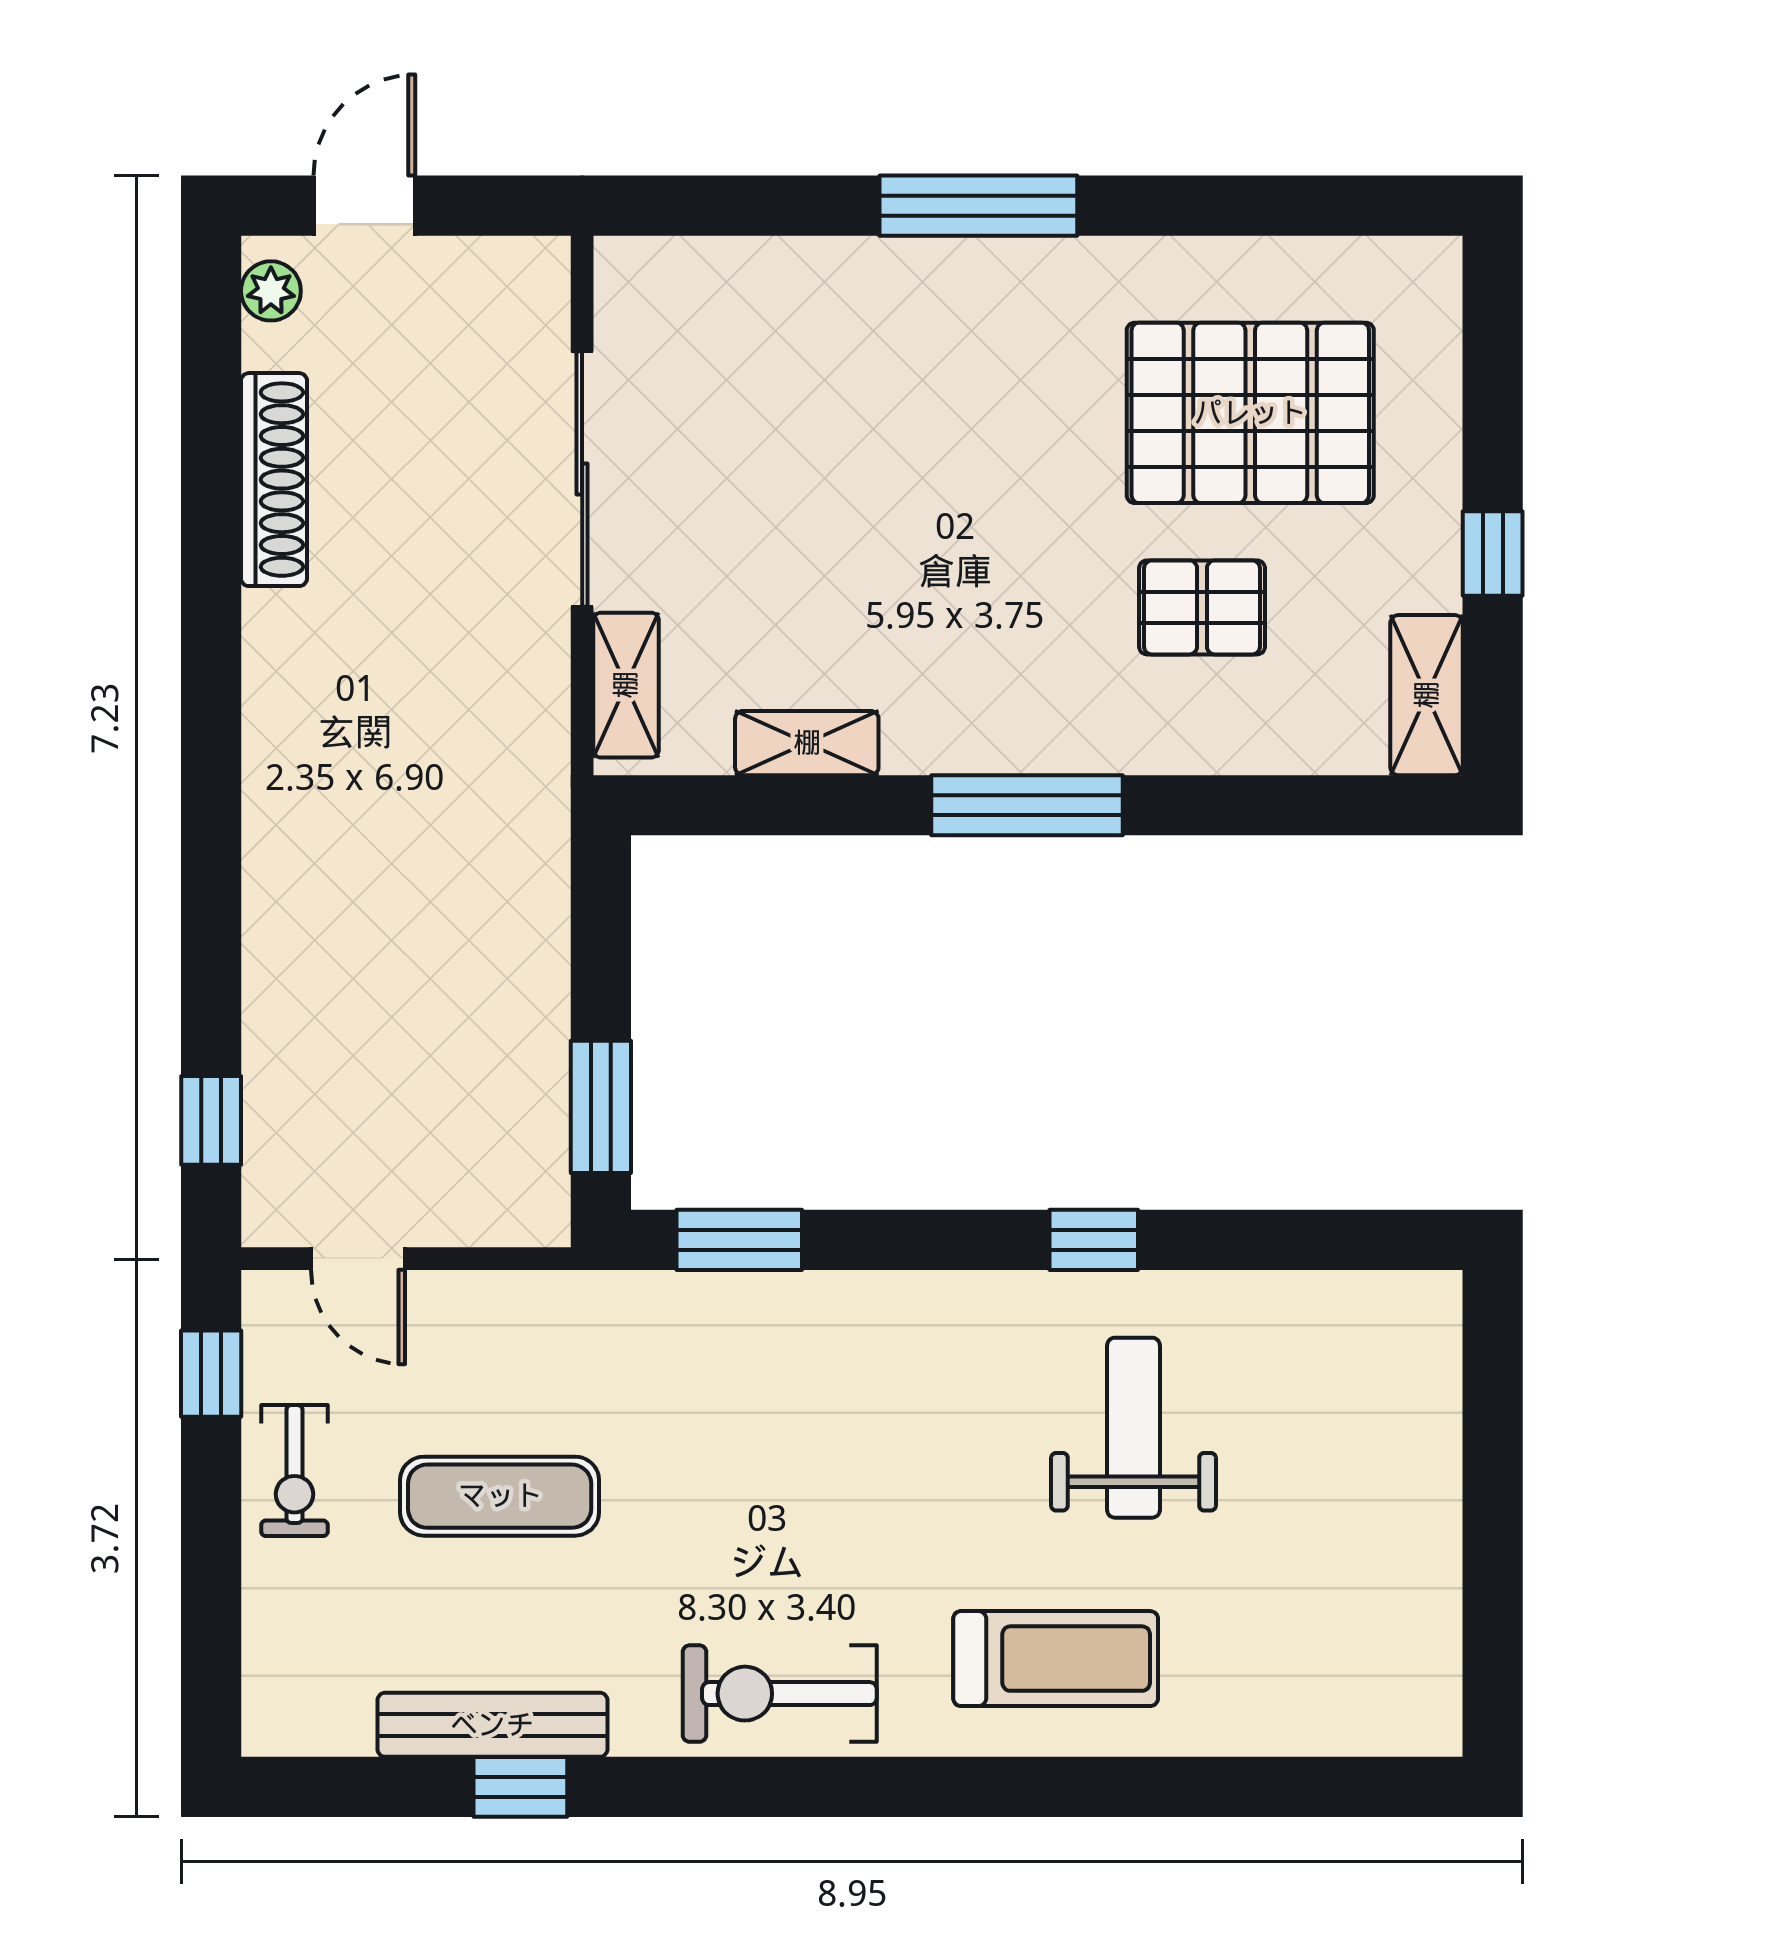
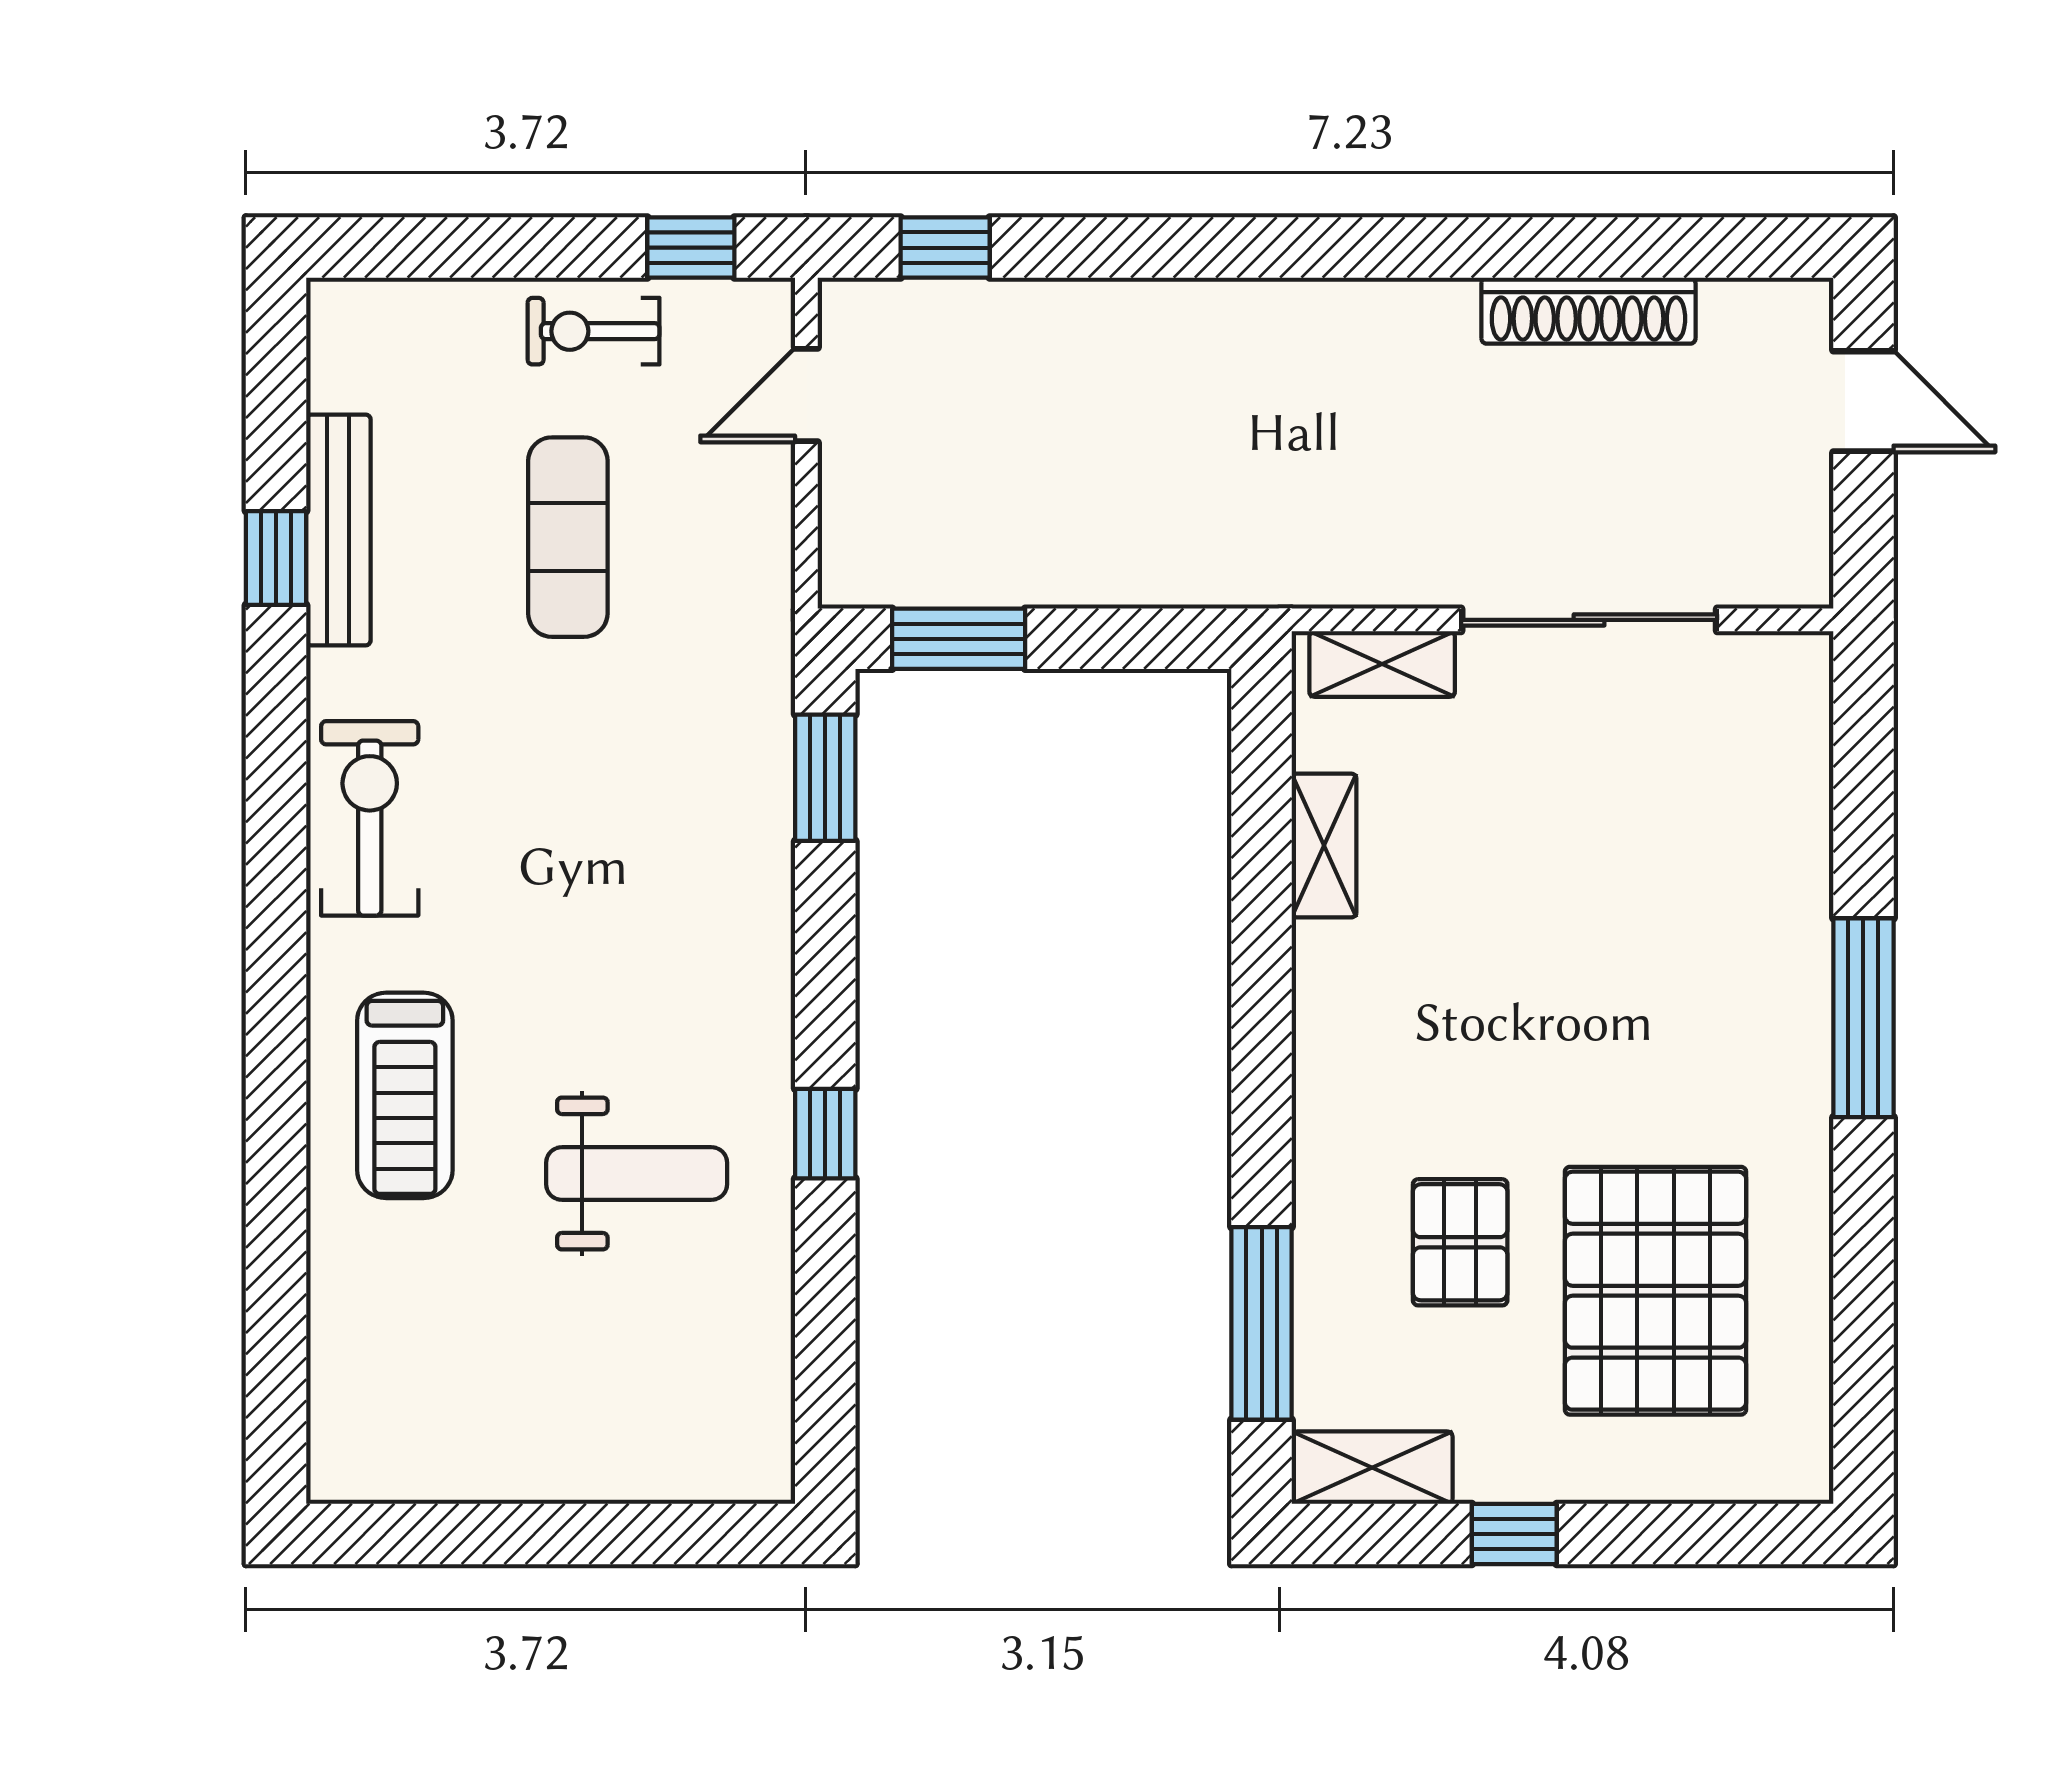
plant: (271, 291) -> (1778, 308), removed
window: (1027, 805) -> (1262, 1323), moved

